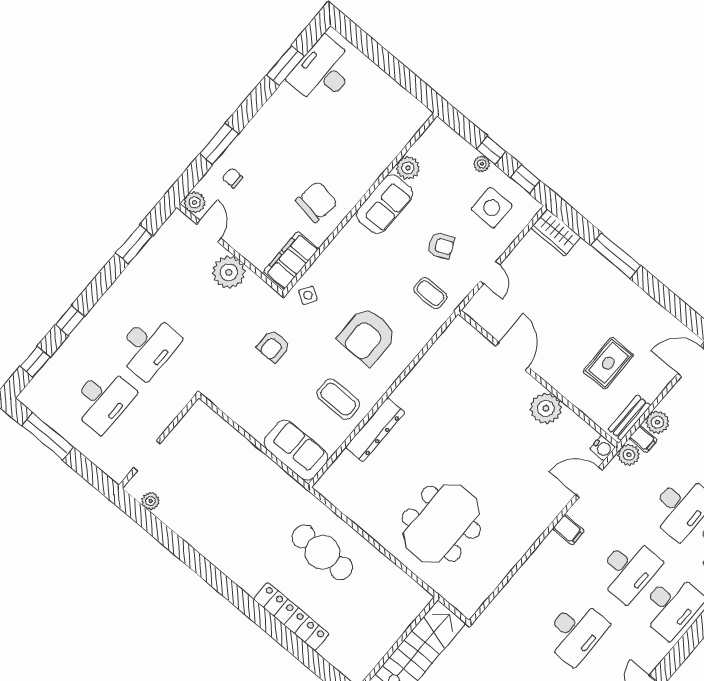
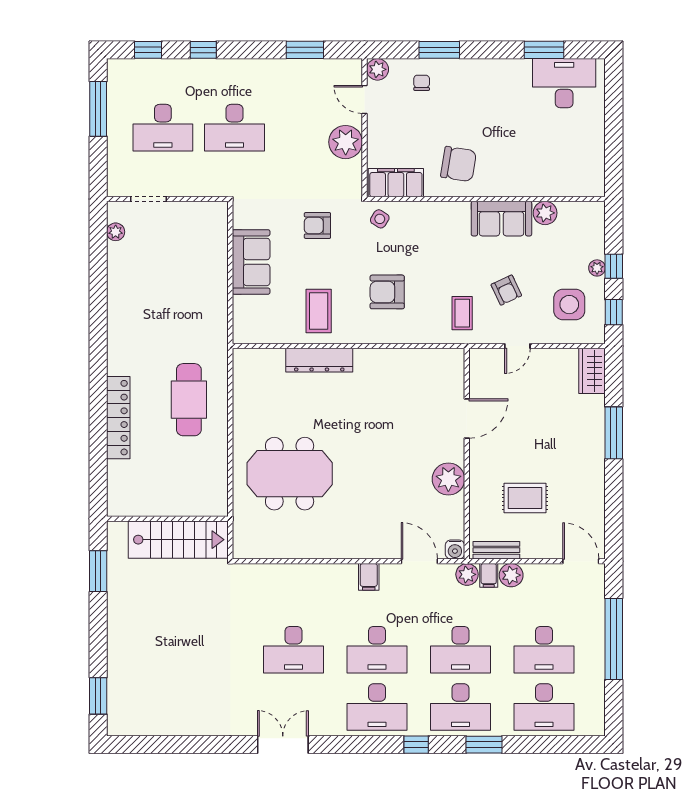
door: (209, 231) -> (364, 99), swing flipped
armchair: (367, 336) -> (387, 292), width x0.73, depth x0.73
sofa: (296, 450) -> (251, 262), moved

